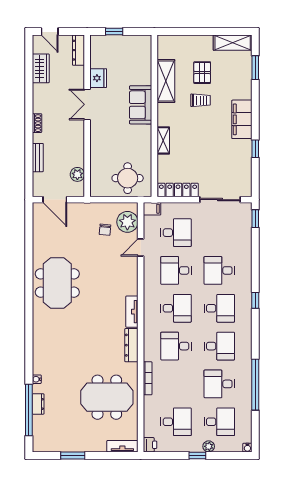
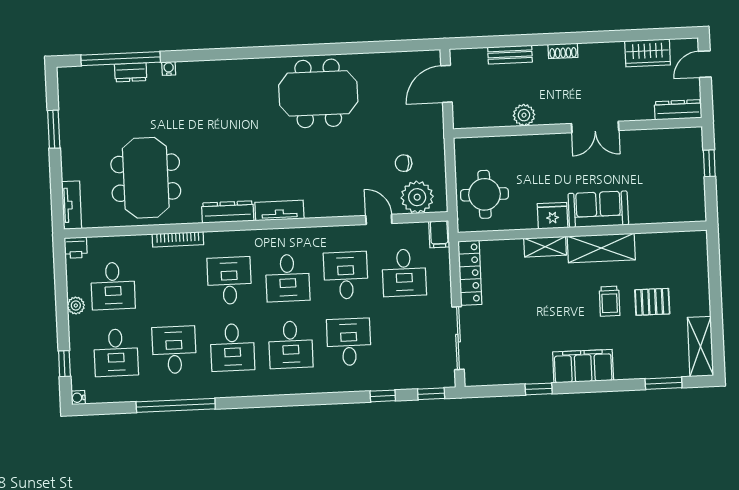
fridge: (98, 78) -> (552, 216), moved, turned 180
shelving: (166, 81) -> (601, 248), moved
double door: (87, 104) -> (595, 127), swing flipped
plant: (77, 174) -> (524, 115), moved
window: (255, 300) -> (383, 396), moved
plant: (209, 446) -> (76, 306), moved
window: (197, 455) -> (64, 364), moved

